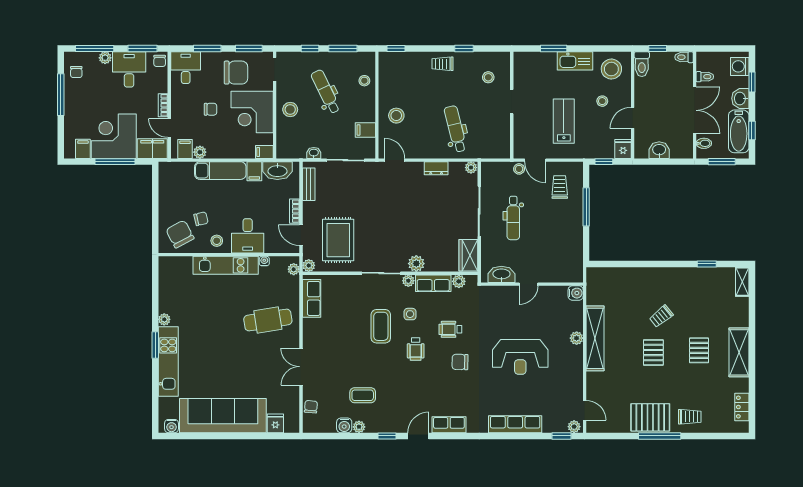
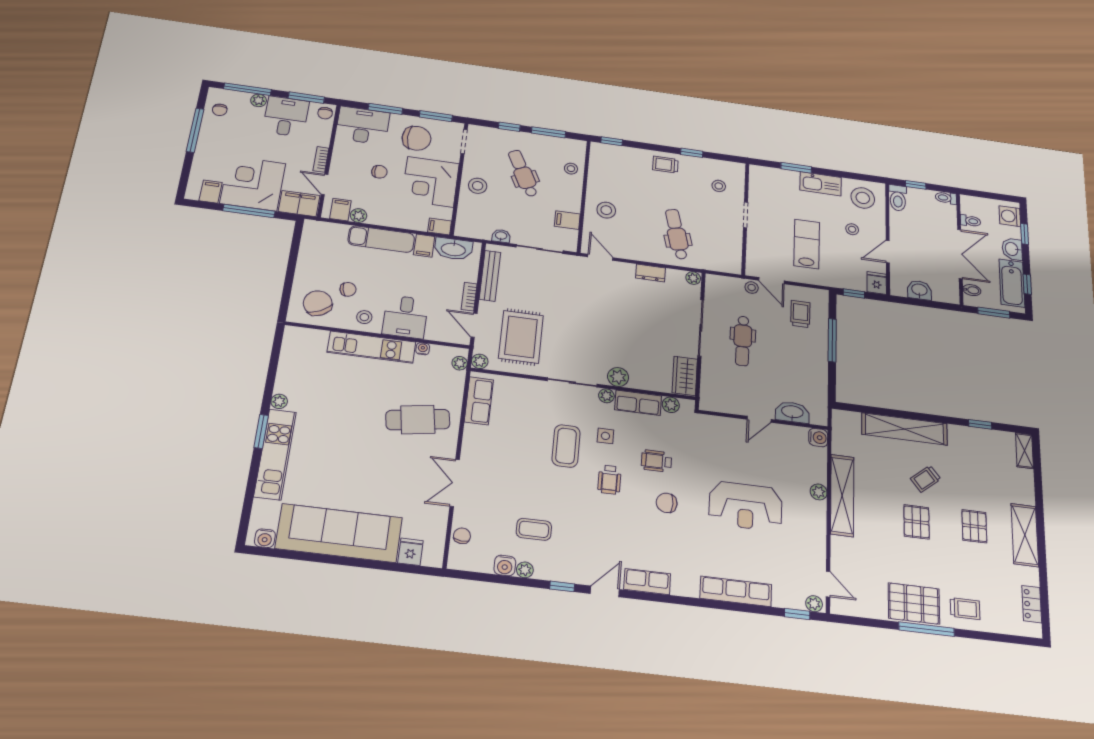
desk: (186, 68) -> (363, 125), width x1.37
bench: (309, 184) -> (490, 276), width x1.36
washbasin: (501, 274) -> (792, 412), moved
shelving: (645, 276) -> (905, 429), added

